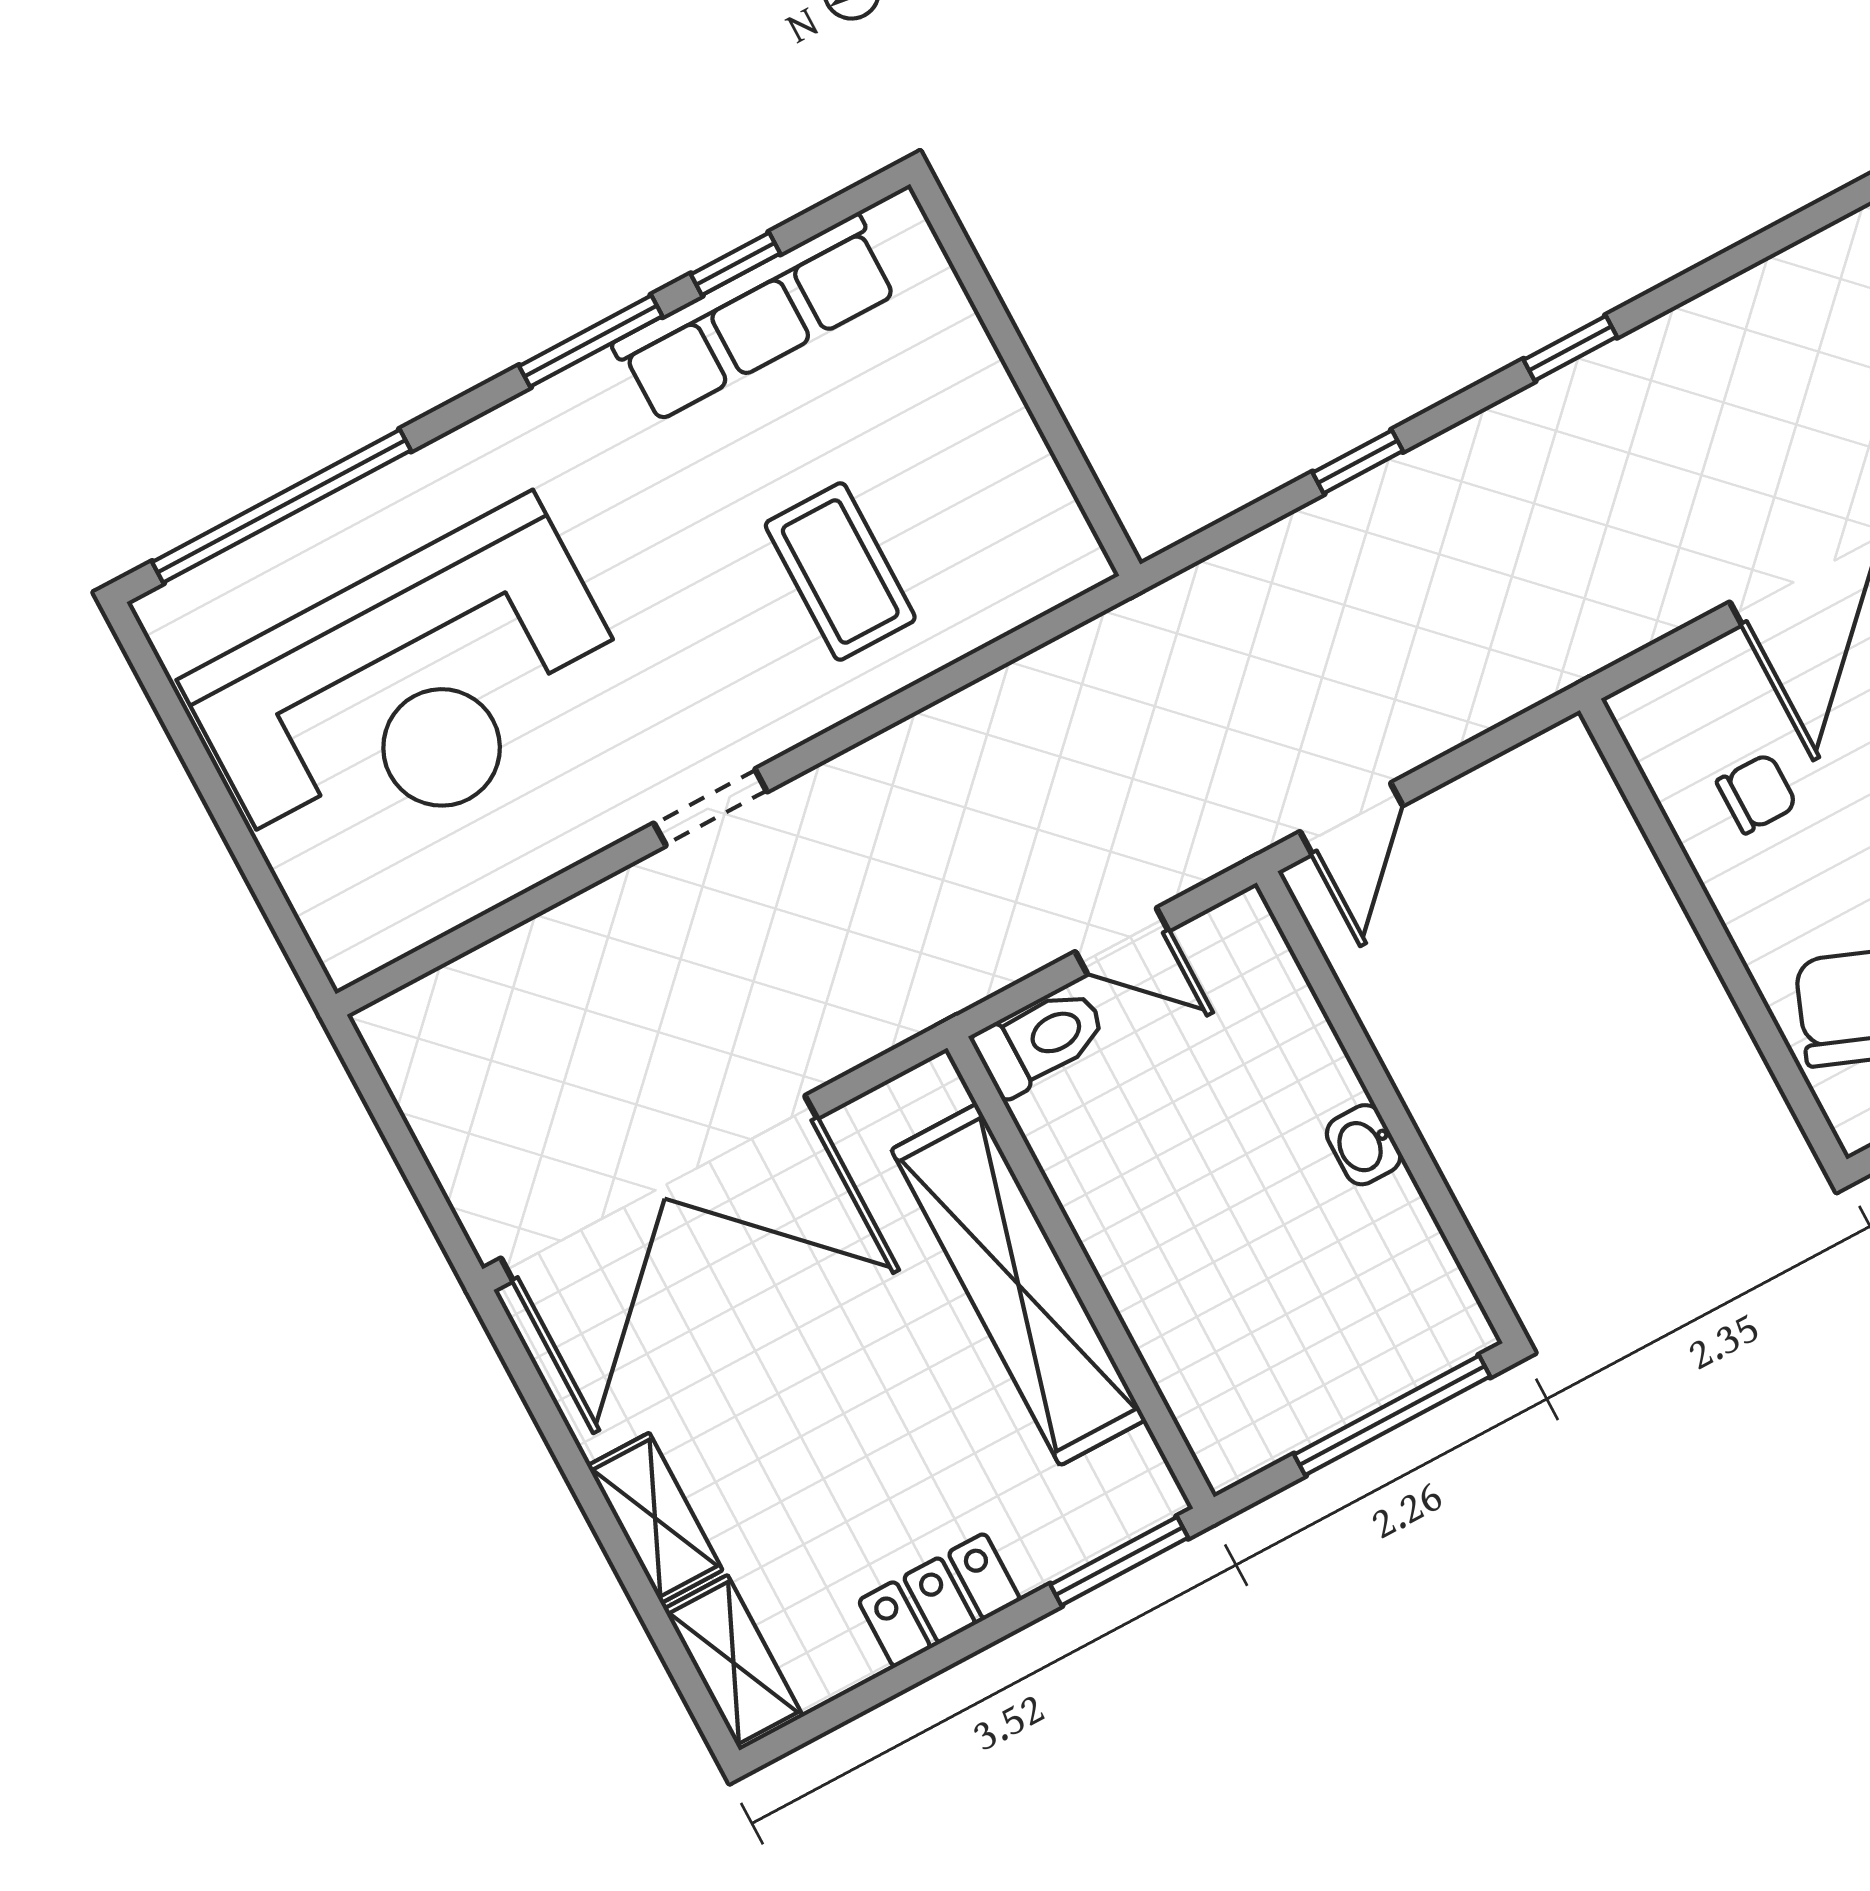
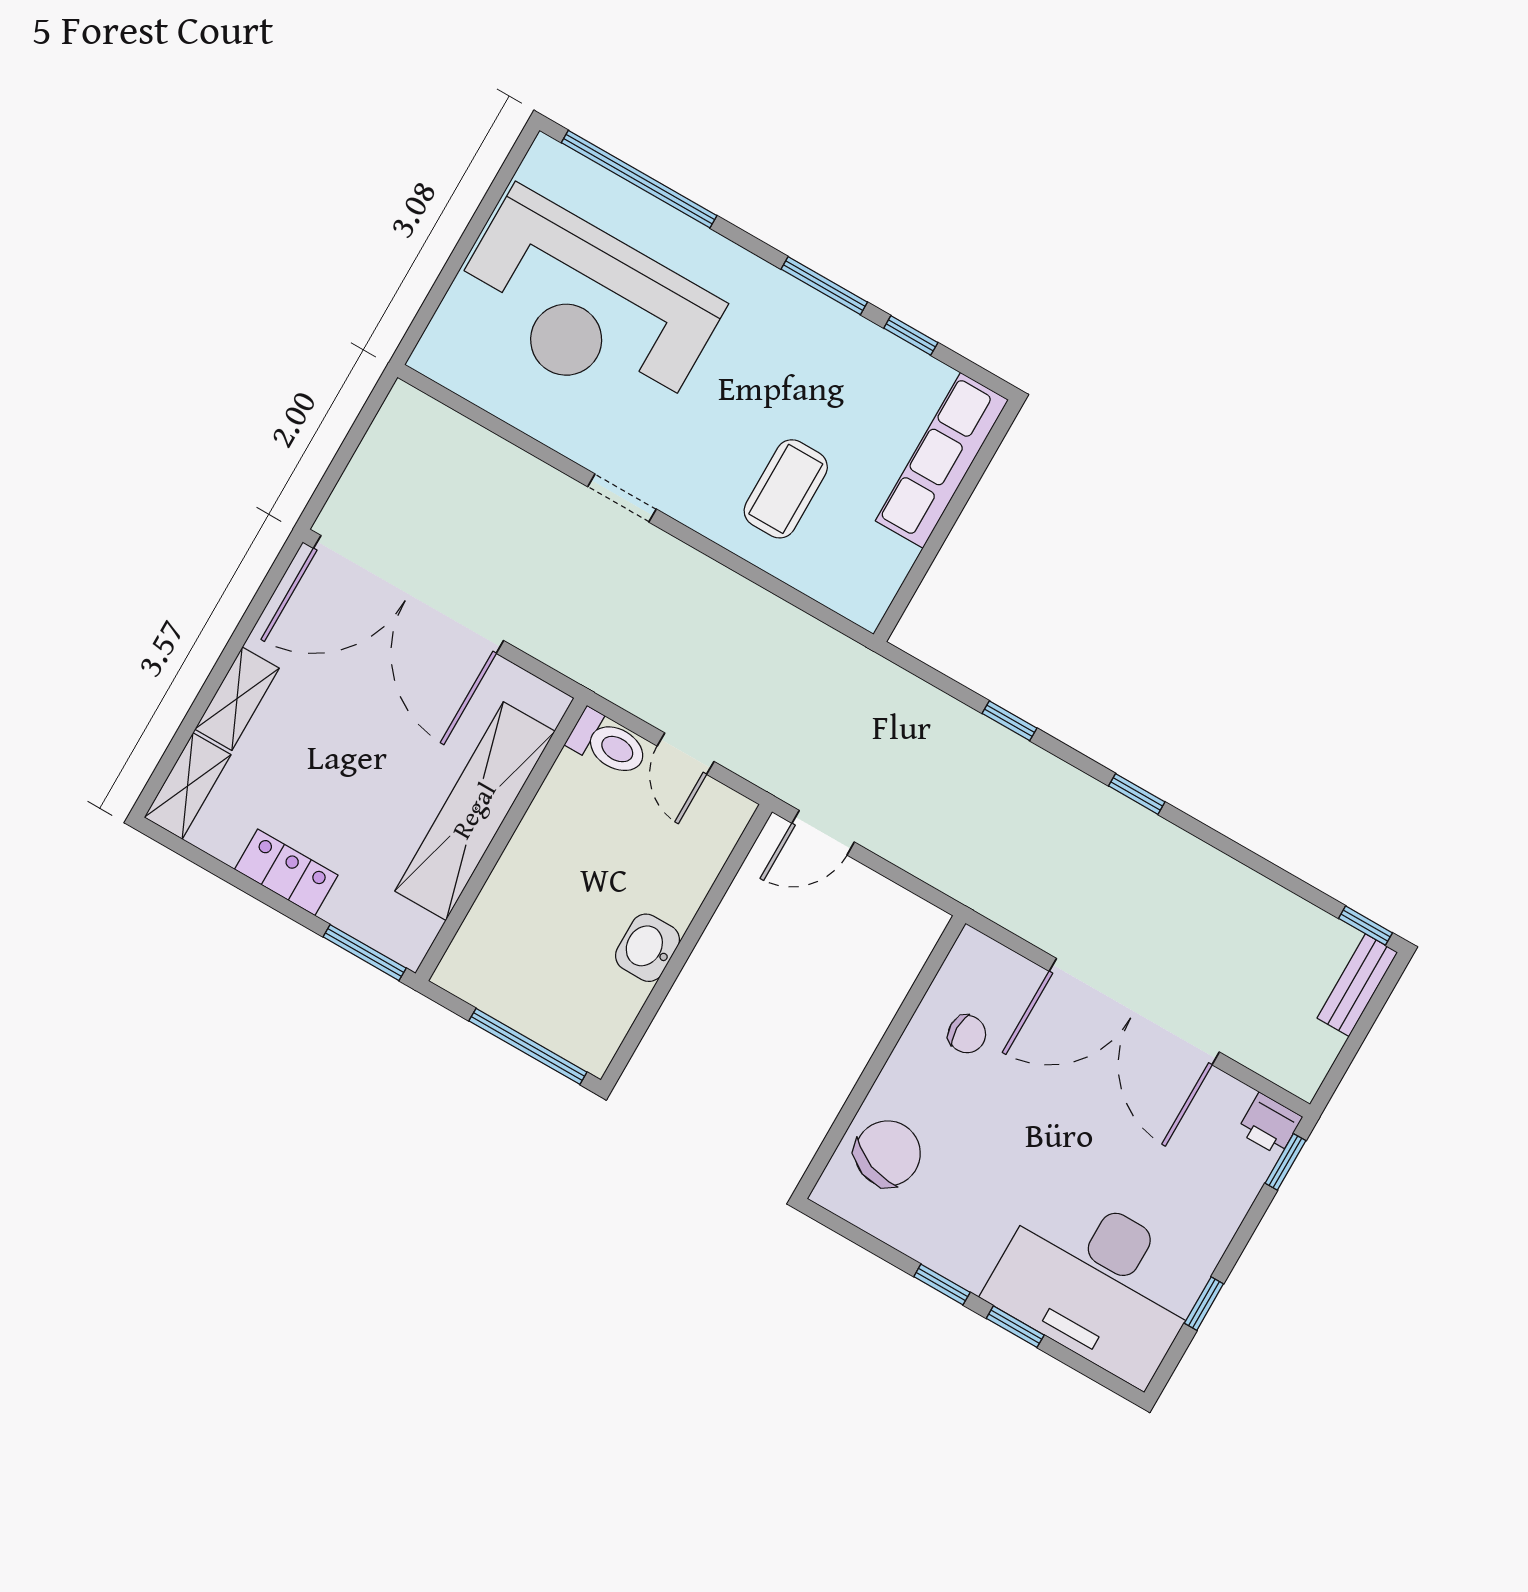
row of seats: (755, 318) -> (942, 460), moved, turned 90
washbasin: (1364, 1145) -> (647, 948), width x1.38, depth x1.45

